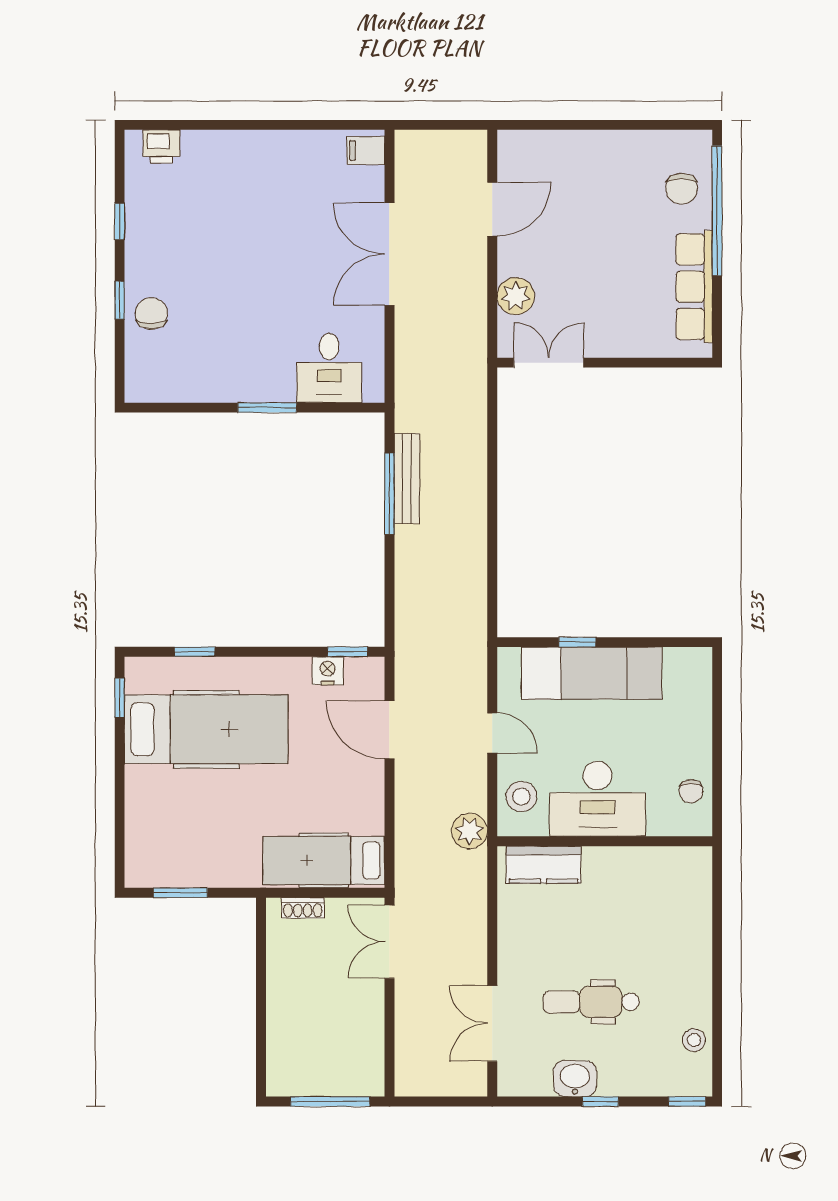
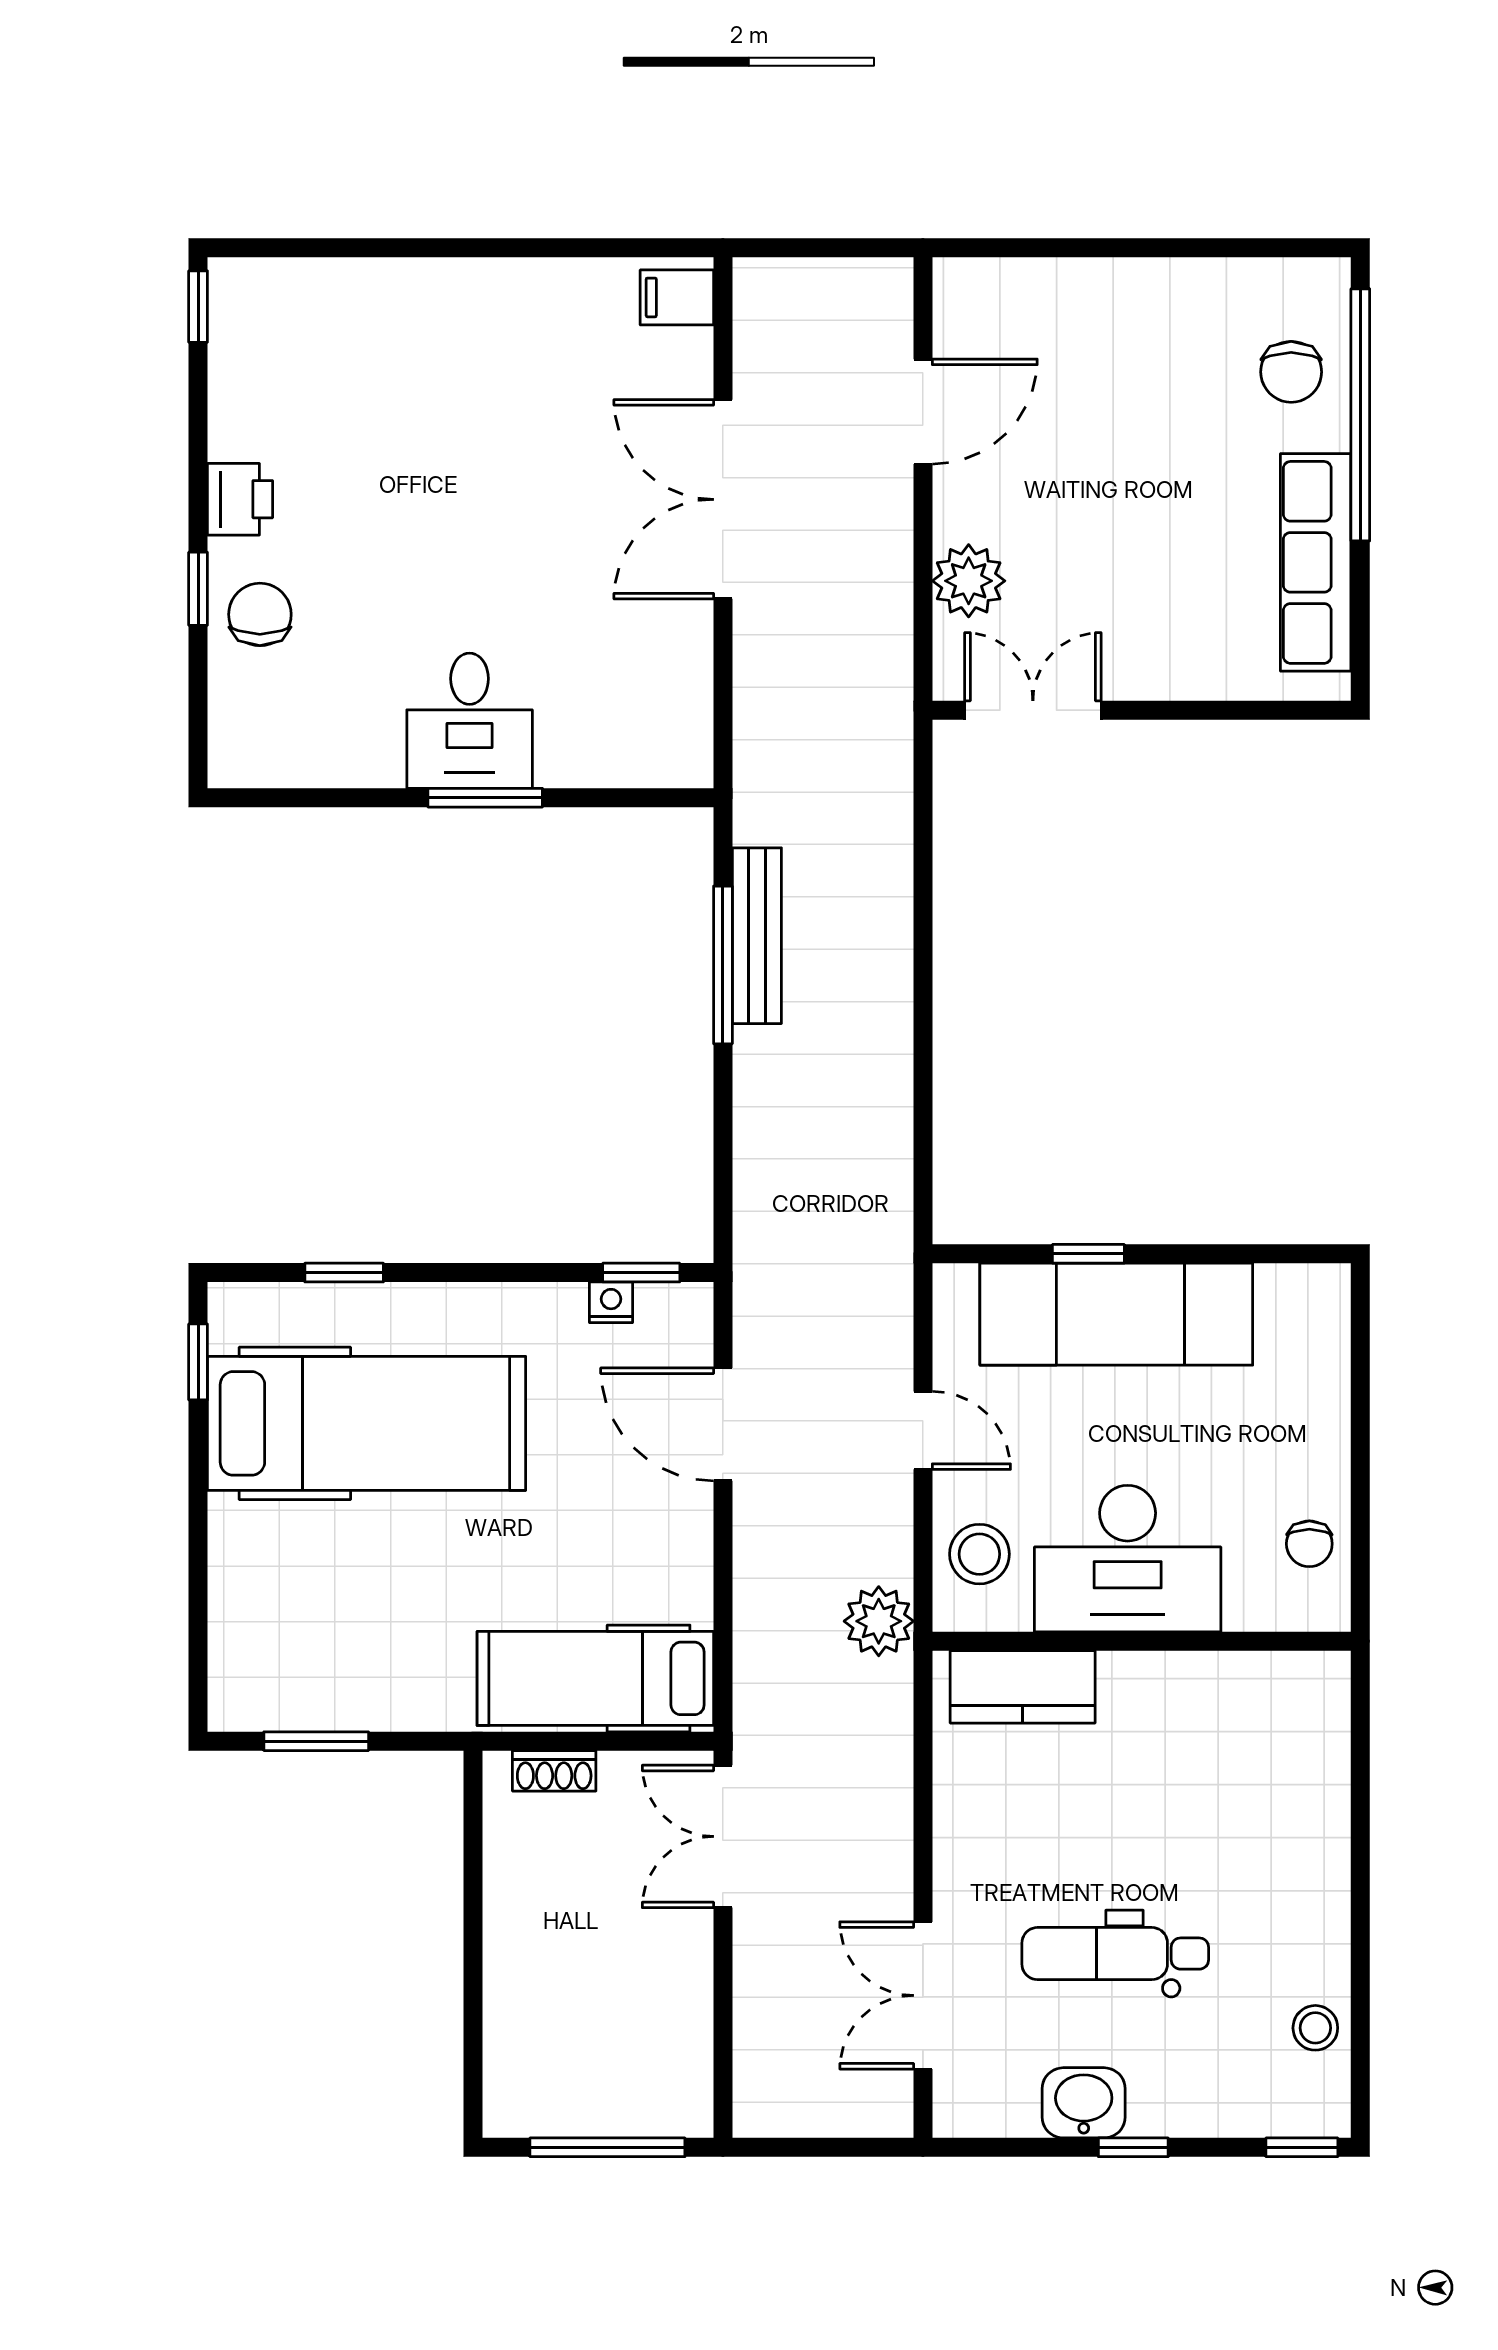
printer: (161, 146) -> (240, 499), moved, turned -90
window: (120, 221) -> (198, 307), moved
desk: (329, 368) -> (470, 721), moved
nightstand: (328, 671) -> (611, 1302), width x0.72, depth x0.74

